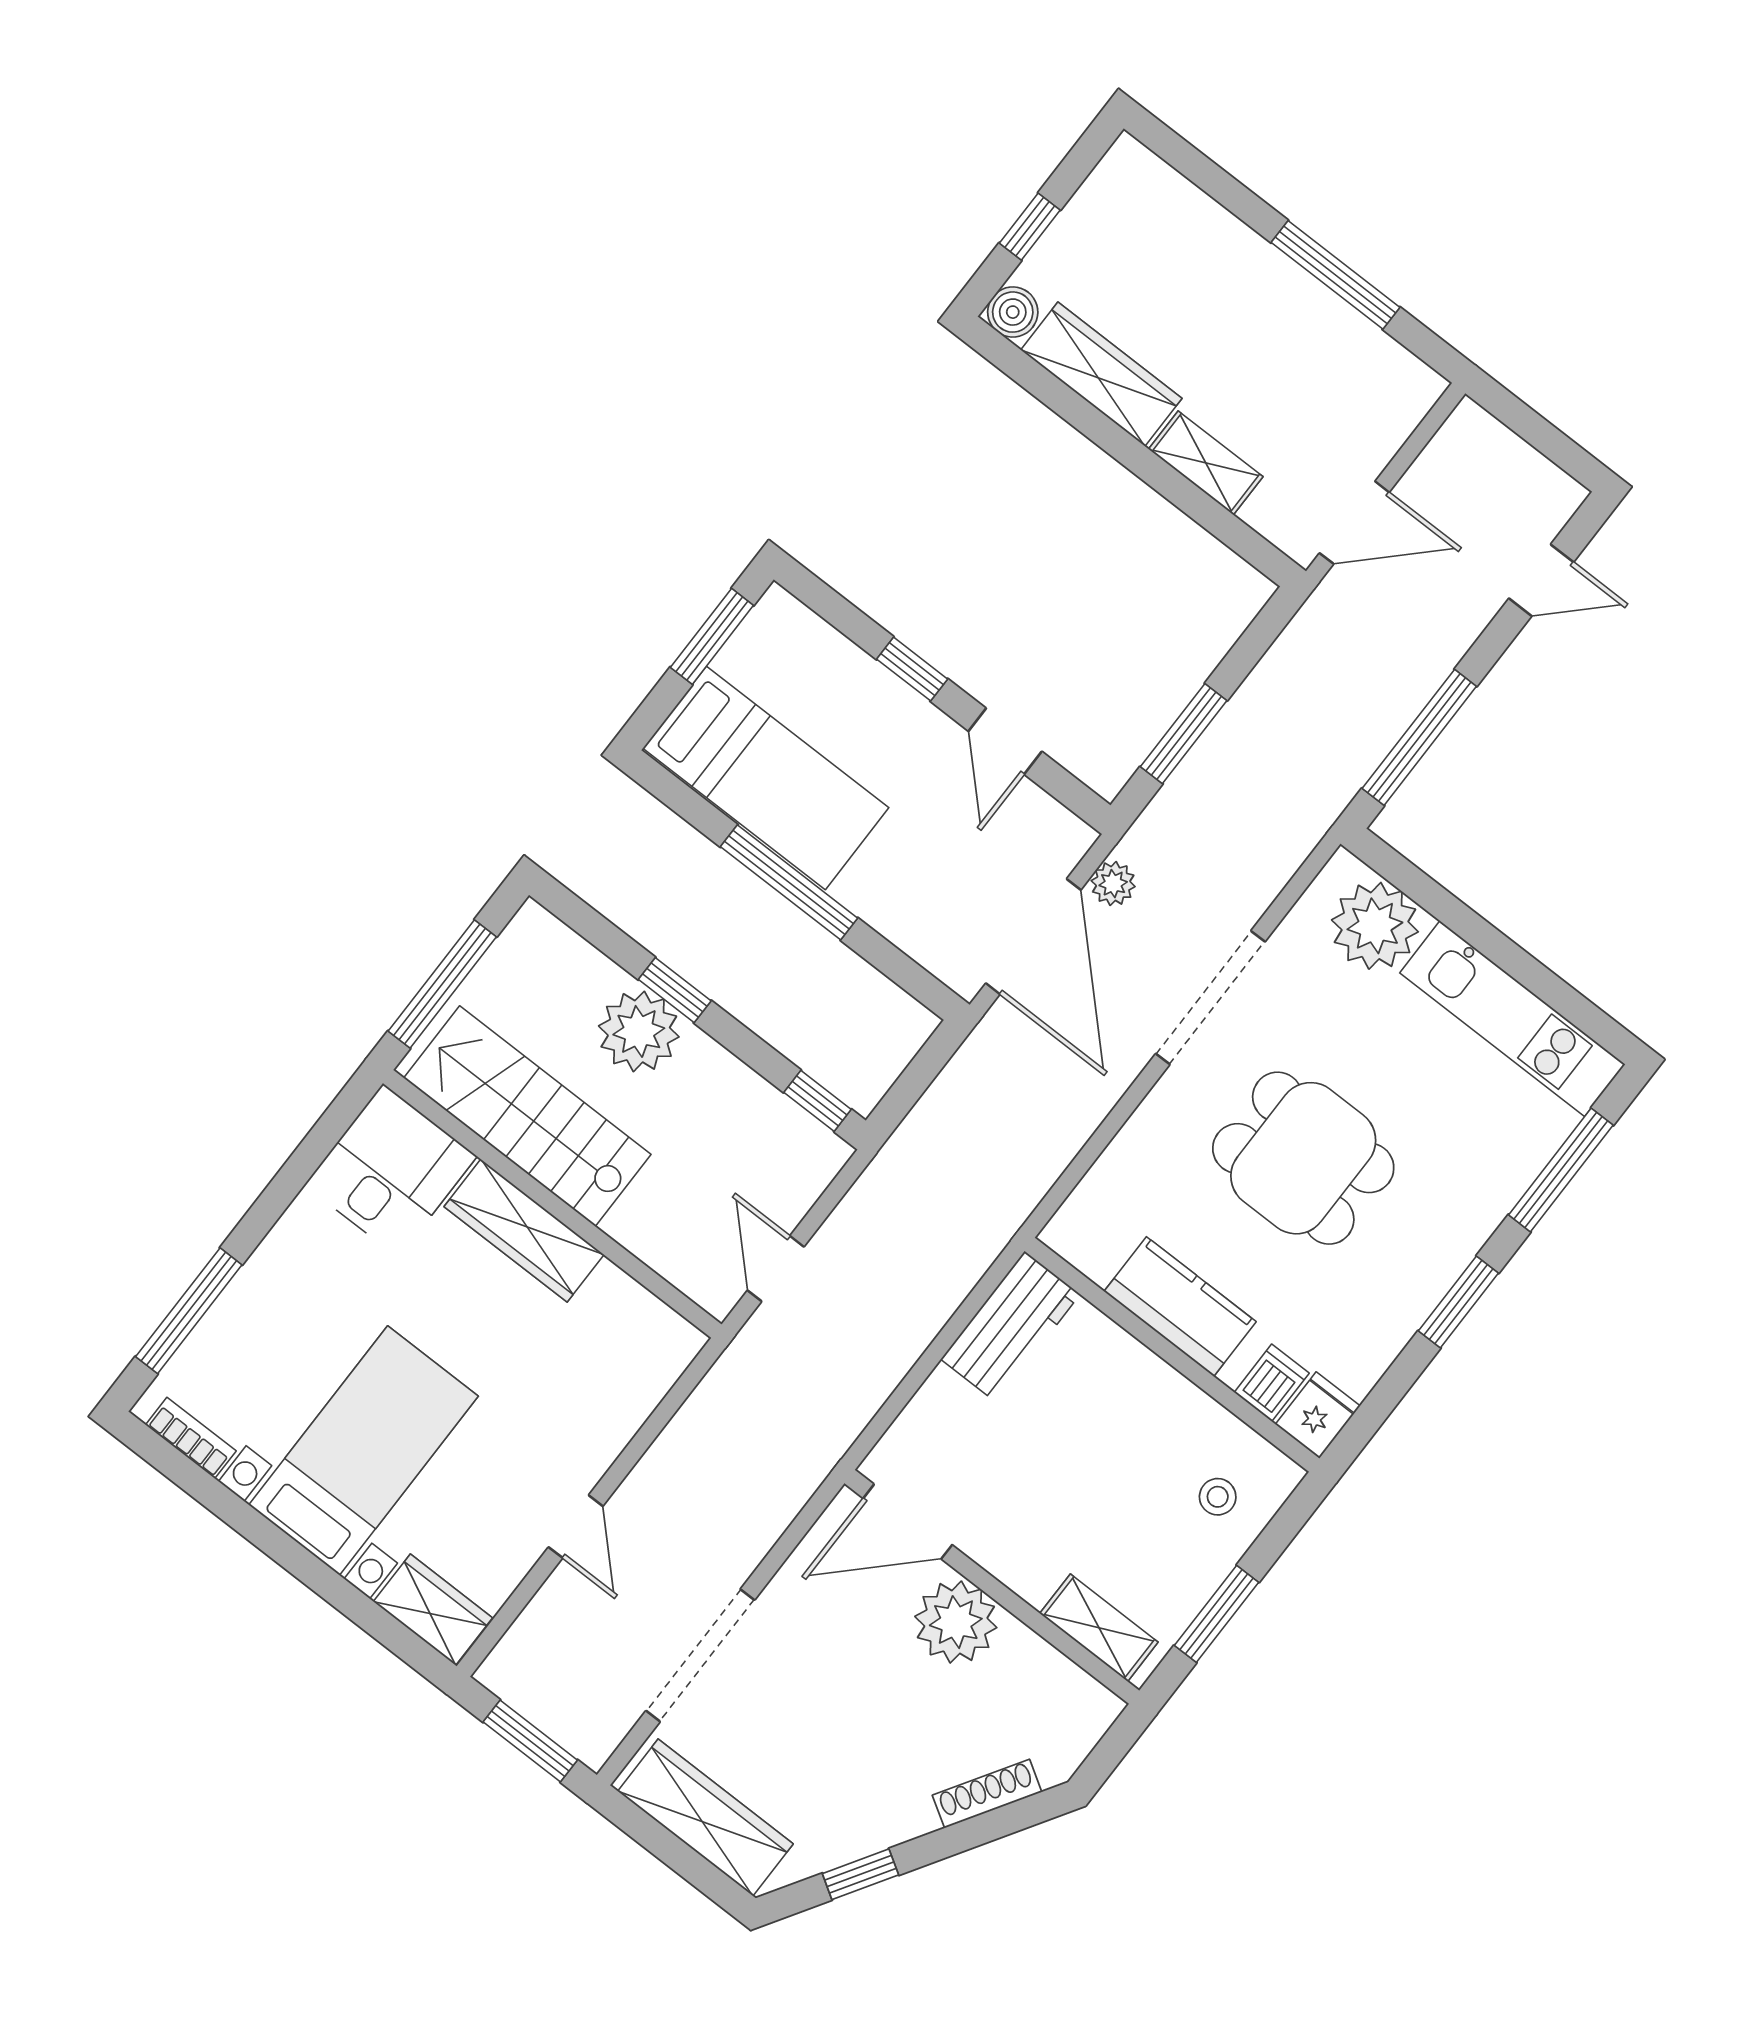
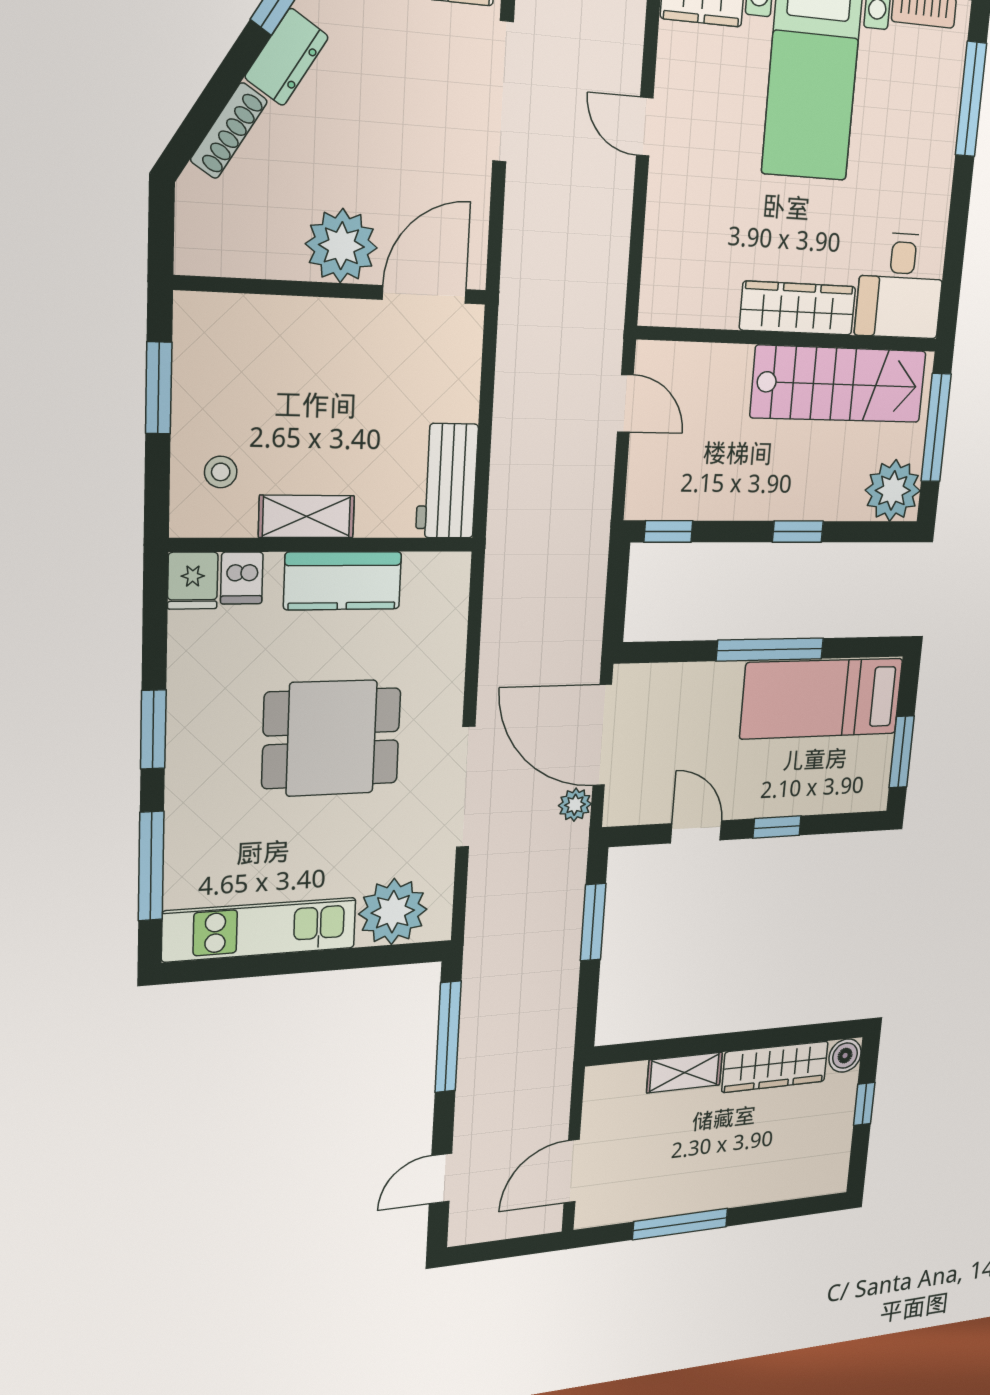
door: (1354, 523) -> (572, 1171), moved
plant: (639, 1031) -> (893, 490), moved
shelving: (1099, 1628) -> (307, 517), moved
dresser: (888, 1821) -> (287, 57), added

